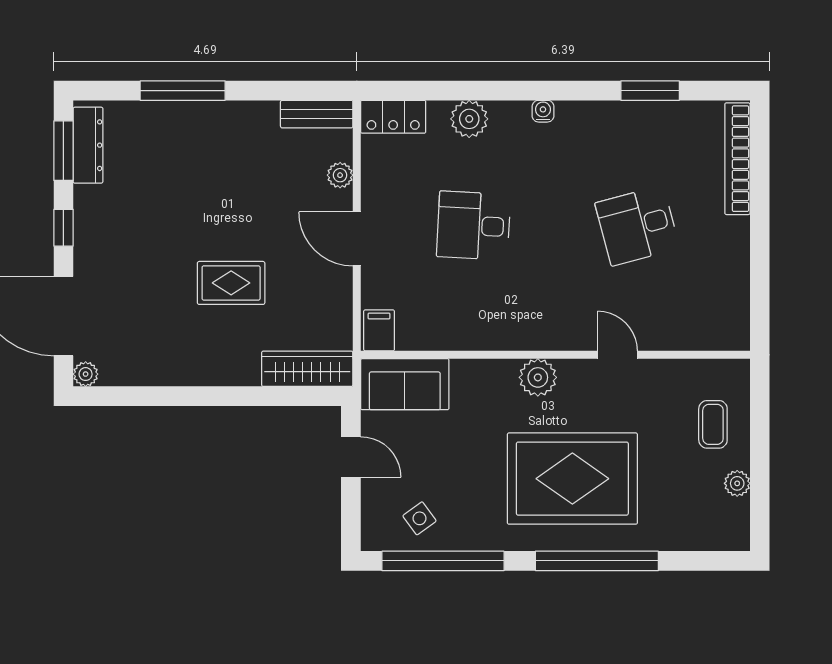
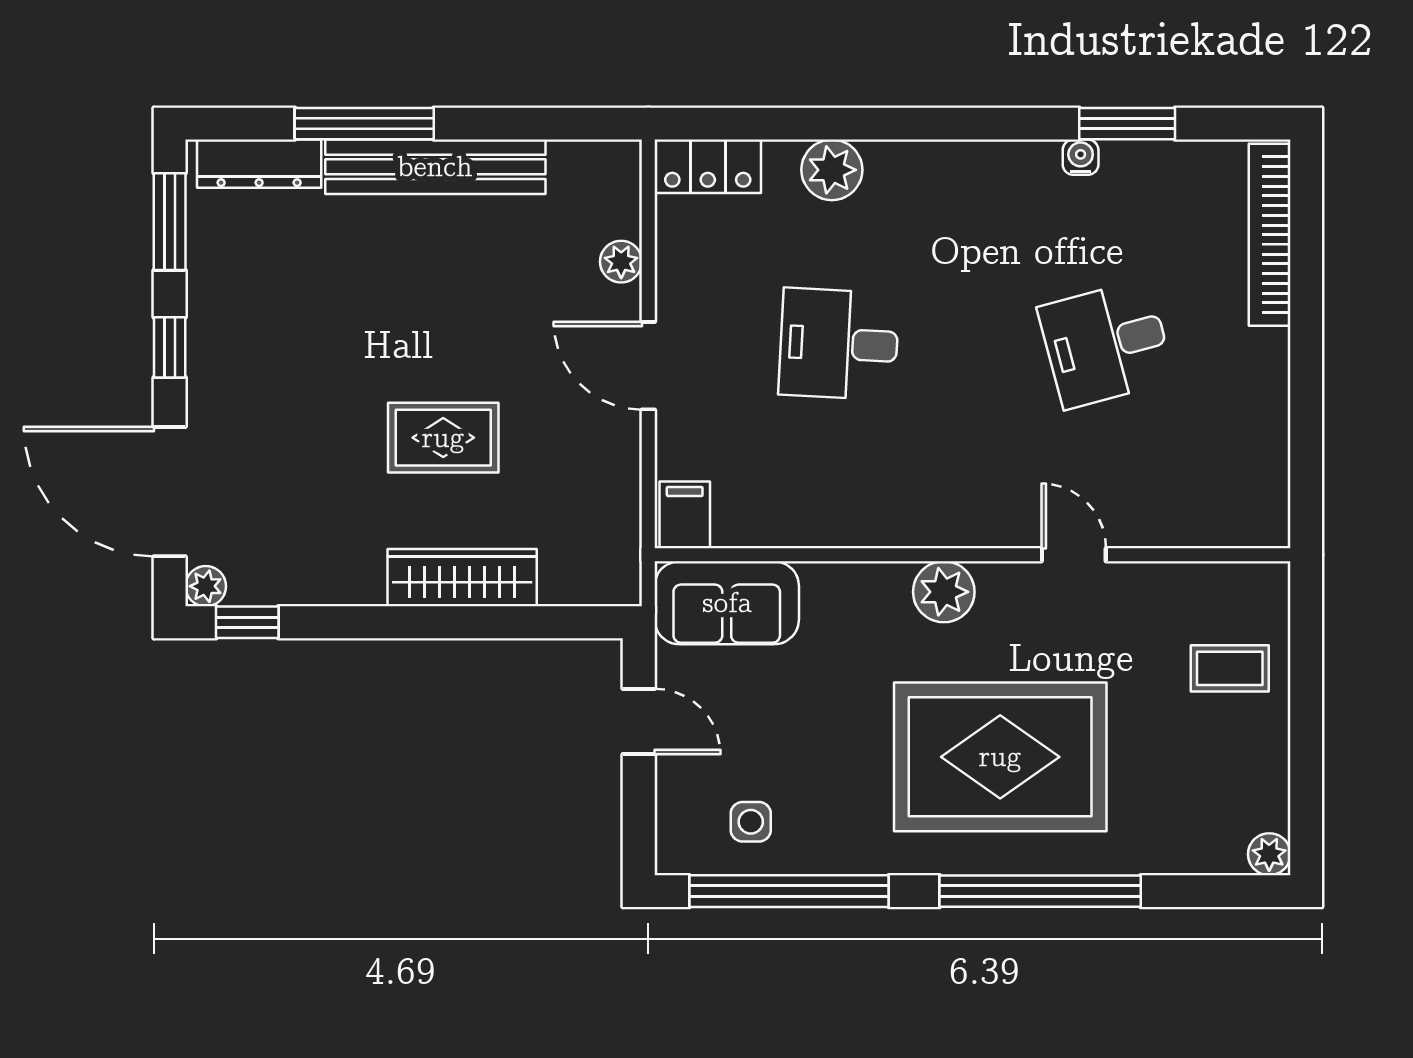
water cooler: (543, 111) -> (1081, 157), moved
bench: (317, 114) -> (435, 167), moved, width x1.86, depth x1.21
dresser: (88, 145) -> (259, 164), moved, turned 90
wardrobe: (307, 369) -> (462, 578), moved
window: (111, 396) -> (247, 622), added
coffee table: (713, 424) -> (1230, 668), turned 90
plant: (737, 483) -> (1269, 854), moved
side table: (420, 518) -> (751, 822), turned 36

